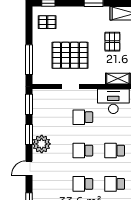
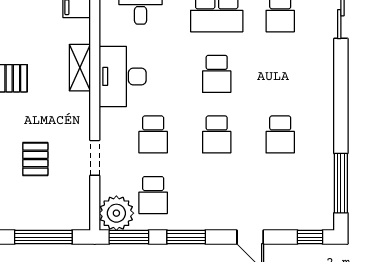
pallet: (70, 55) -> (35, 159), width x0.49, depth x0.50
plant: (42, 144) -> (116, 213), moved
school desk: (115, 184) -> (153, 195), moved

